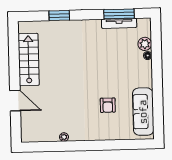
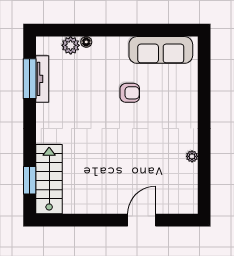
window: (59, 15) -> (30, 180), moved
stairs: (29, 60) -> (49, 179), moved, turned 90
armchair: (108, 105) -> (130, 93), moved

